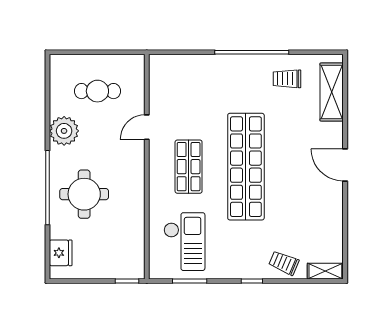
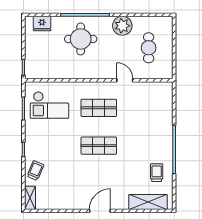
shop shelf: (246, 167) -> (99, 146), width x0.50, depth x0.74

